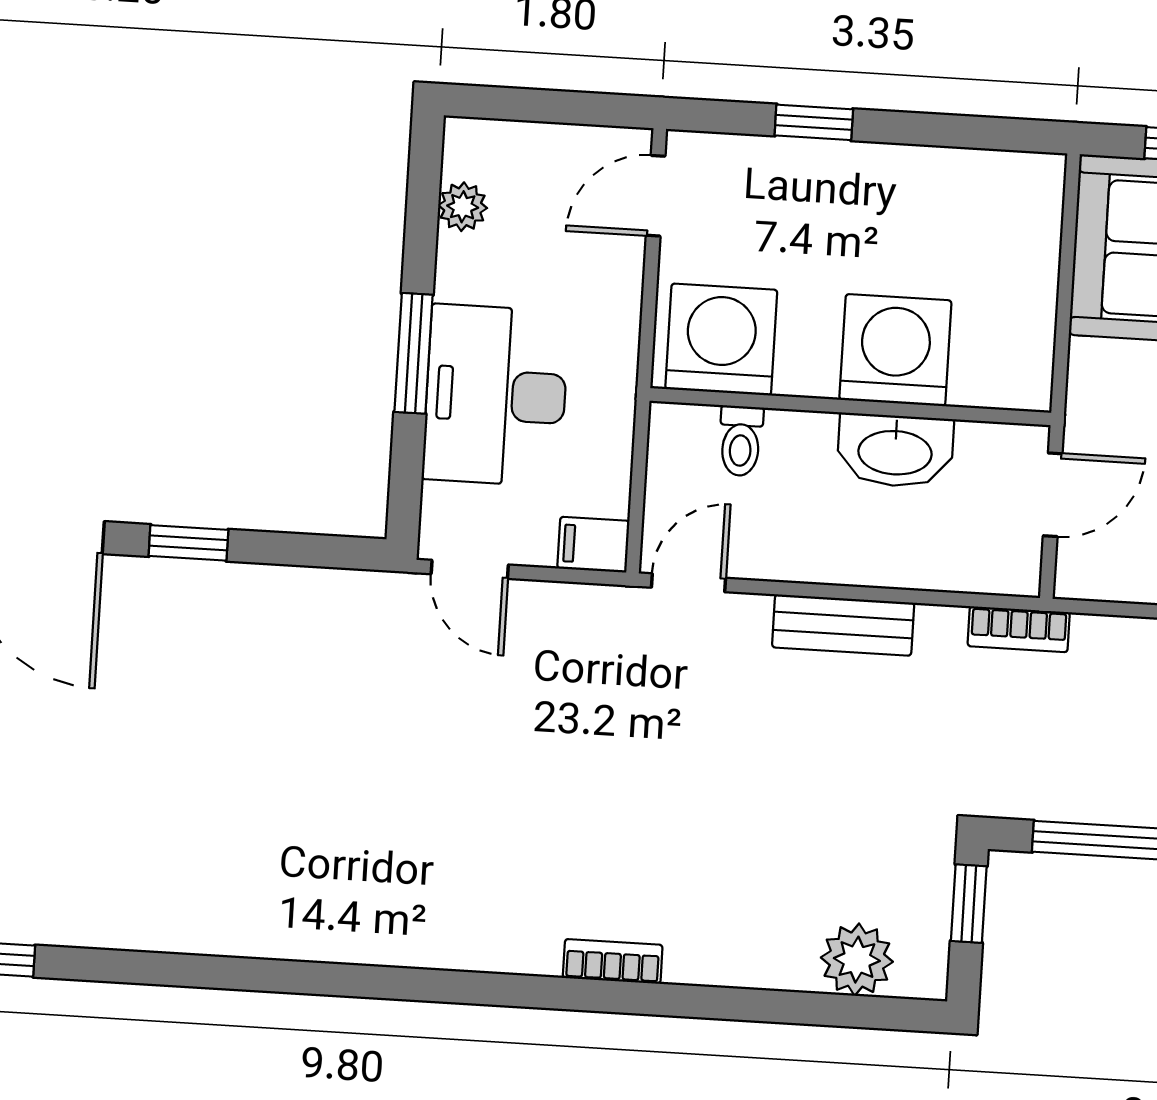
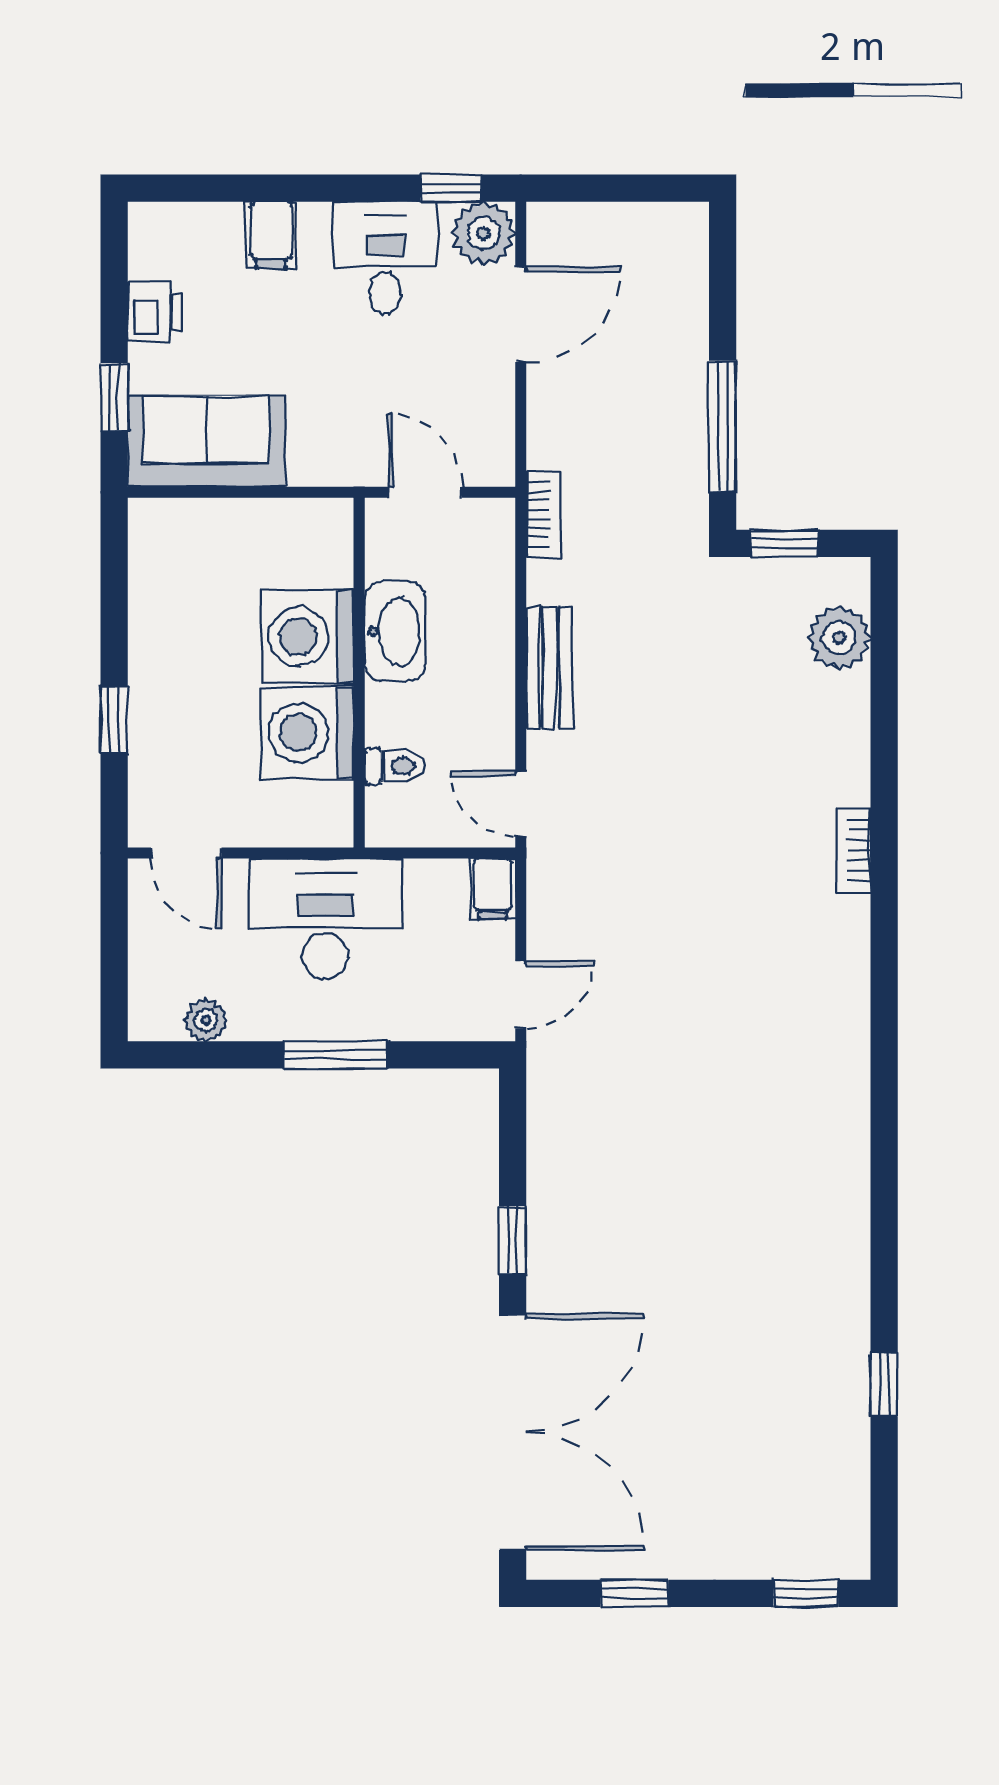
washing machine: (721, 339) -> (308, 733), moved
desk: (496, 395) -> (325, 919), moved, turned 180

